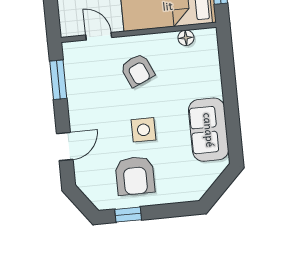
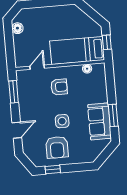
door: (99, 36) -> (37, 67), hinge flipped
armchair: (137, 70) -> (59, 87), turned -66
window: (232, 119) -> (113, 115), added

